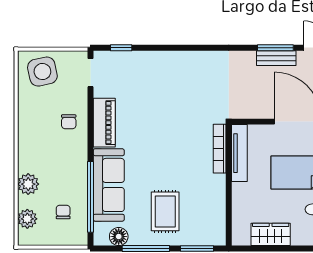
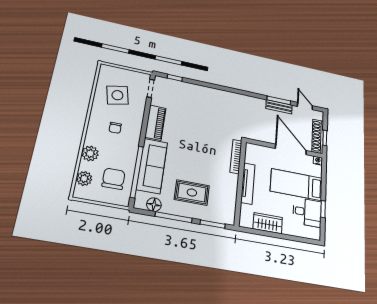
side table: (42, 72) -> (117, 95), moved
chair: (69, 122) -> (115, 128), moved
tv unit: (239, 153) -> (248, 183), moved
rug: (165, 211) -> (192, 193), turned 90
chair: (63, 212) -> (114, 179), width x1.87, depth x1.87

